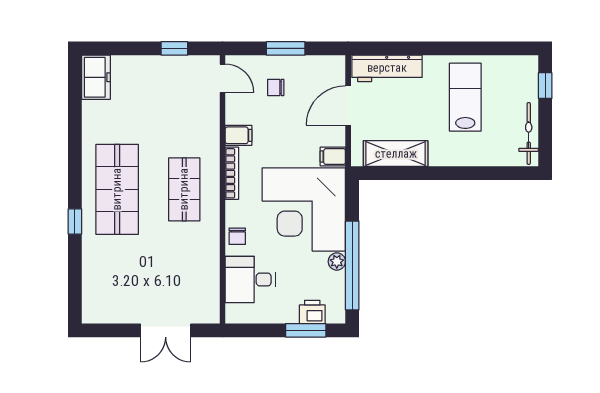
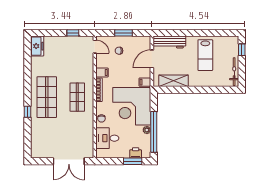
lab bench: (465, 97) -> (205, 55), turned 180
double door: (166, 330) -> (69, 161), width x1.37

